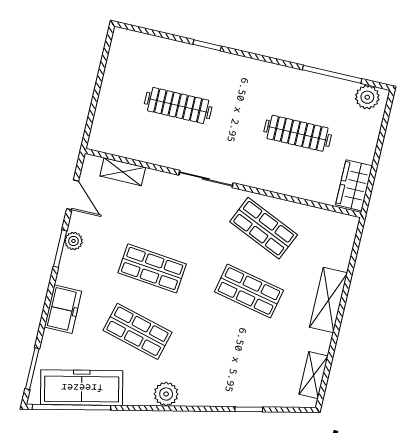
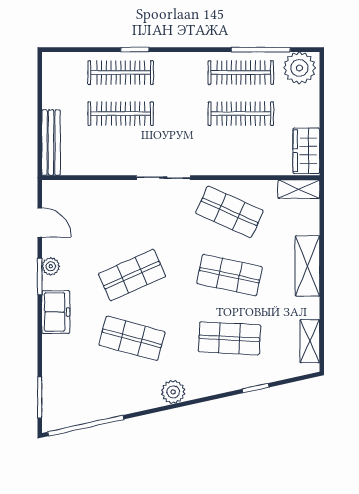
clothes rail: (188, 65) -> (121, 73), added
clothes rail: (307, 92) -> (241, 73), added
plant: (367, 97) -> (299, 68), width x1.36, depth x1.36
bench: (102, 118) -> (51, 143), added
shelving: (123, 172) -> (299, 189), moved
shop shelf: (152, 268) -> (132, 275), turned -30
freezer: (63, 309) -> (56, 312), moved
shop shelf: (234, 354) -> (229, 338), added
freezer: (82, 388) -> (91, 405), removed

